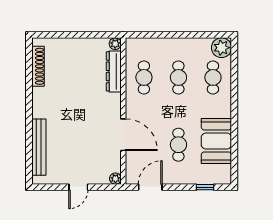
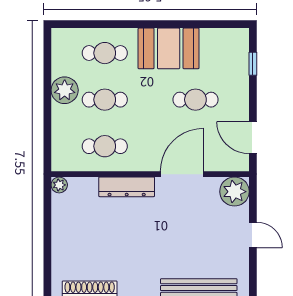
plant: (222, 48) -> (65, 90), moved
dresser: (114, 71) -> (127, 187), moved
booth: (216, 141) -> (169, 48), moved
plant: (115, 179) -> (234, 192), width x1.88, depth x1.88

